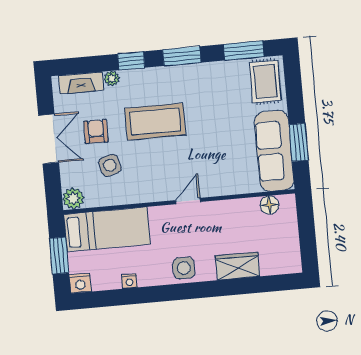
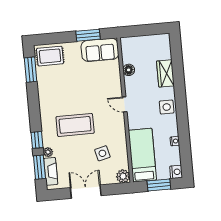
window: (182, 56) -> (39, 167), moved
coffee table: (155, 122) -> (75, 125), turned 90
armchair: (96, 131) -> (81, 162), removed
sofa: (274, 151) -> (100, 50), width x0.73
floor lamp: (269, 205) -> (129, 70), moved

